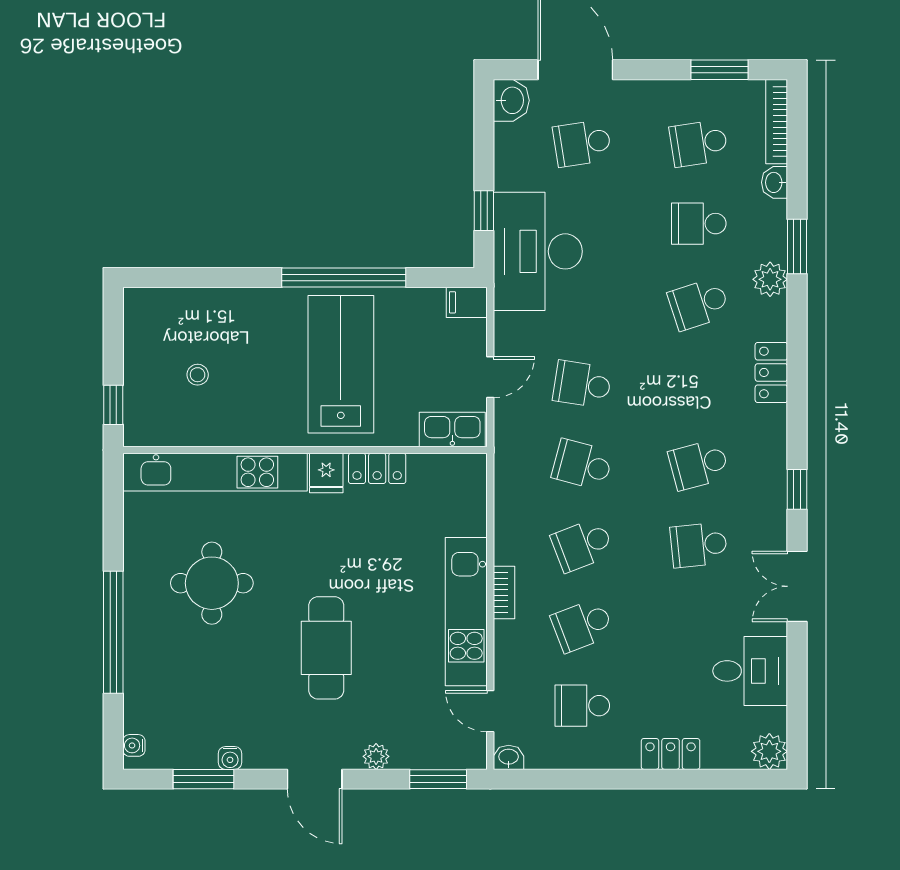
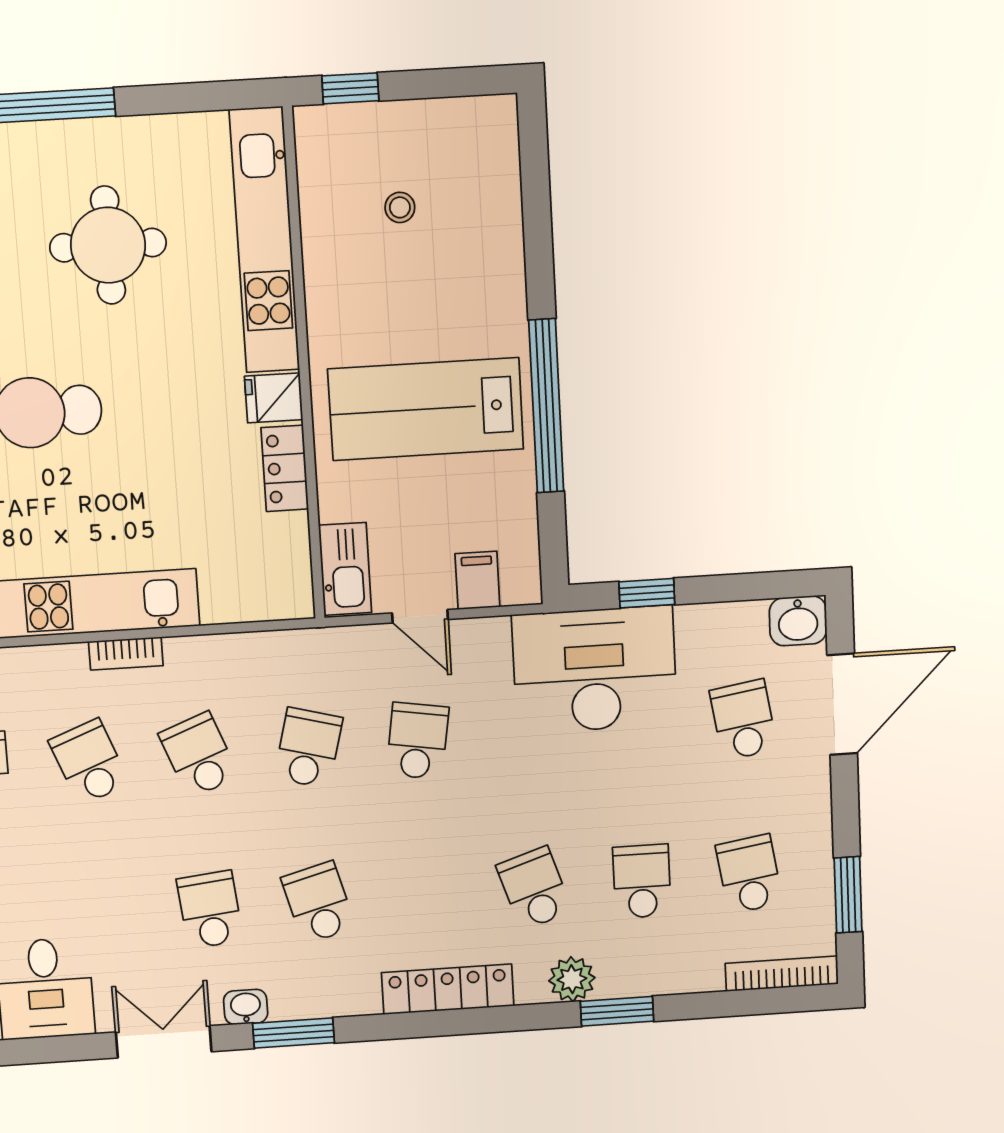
washbasin: (774, 182) -> (246, 1007), moved
filing cabinet: (467, 302) -> (477, 580), moved
lab bench: (341, 364) -> (426, 409), turned 180
locker: (771, 372) -> (448, 989), width x1.53
window: (797, 489) -> (294, 1033), width x1.50

